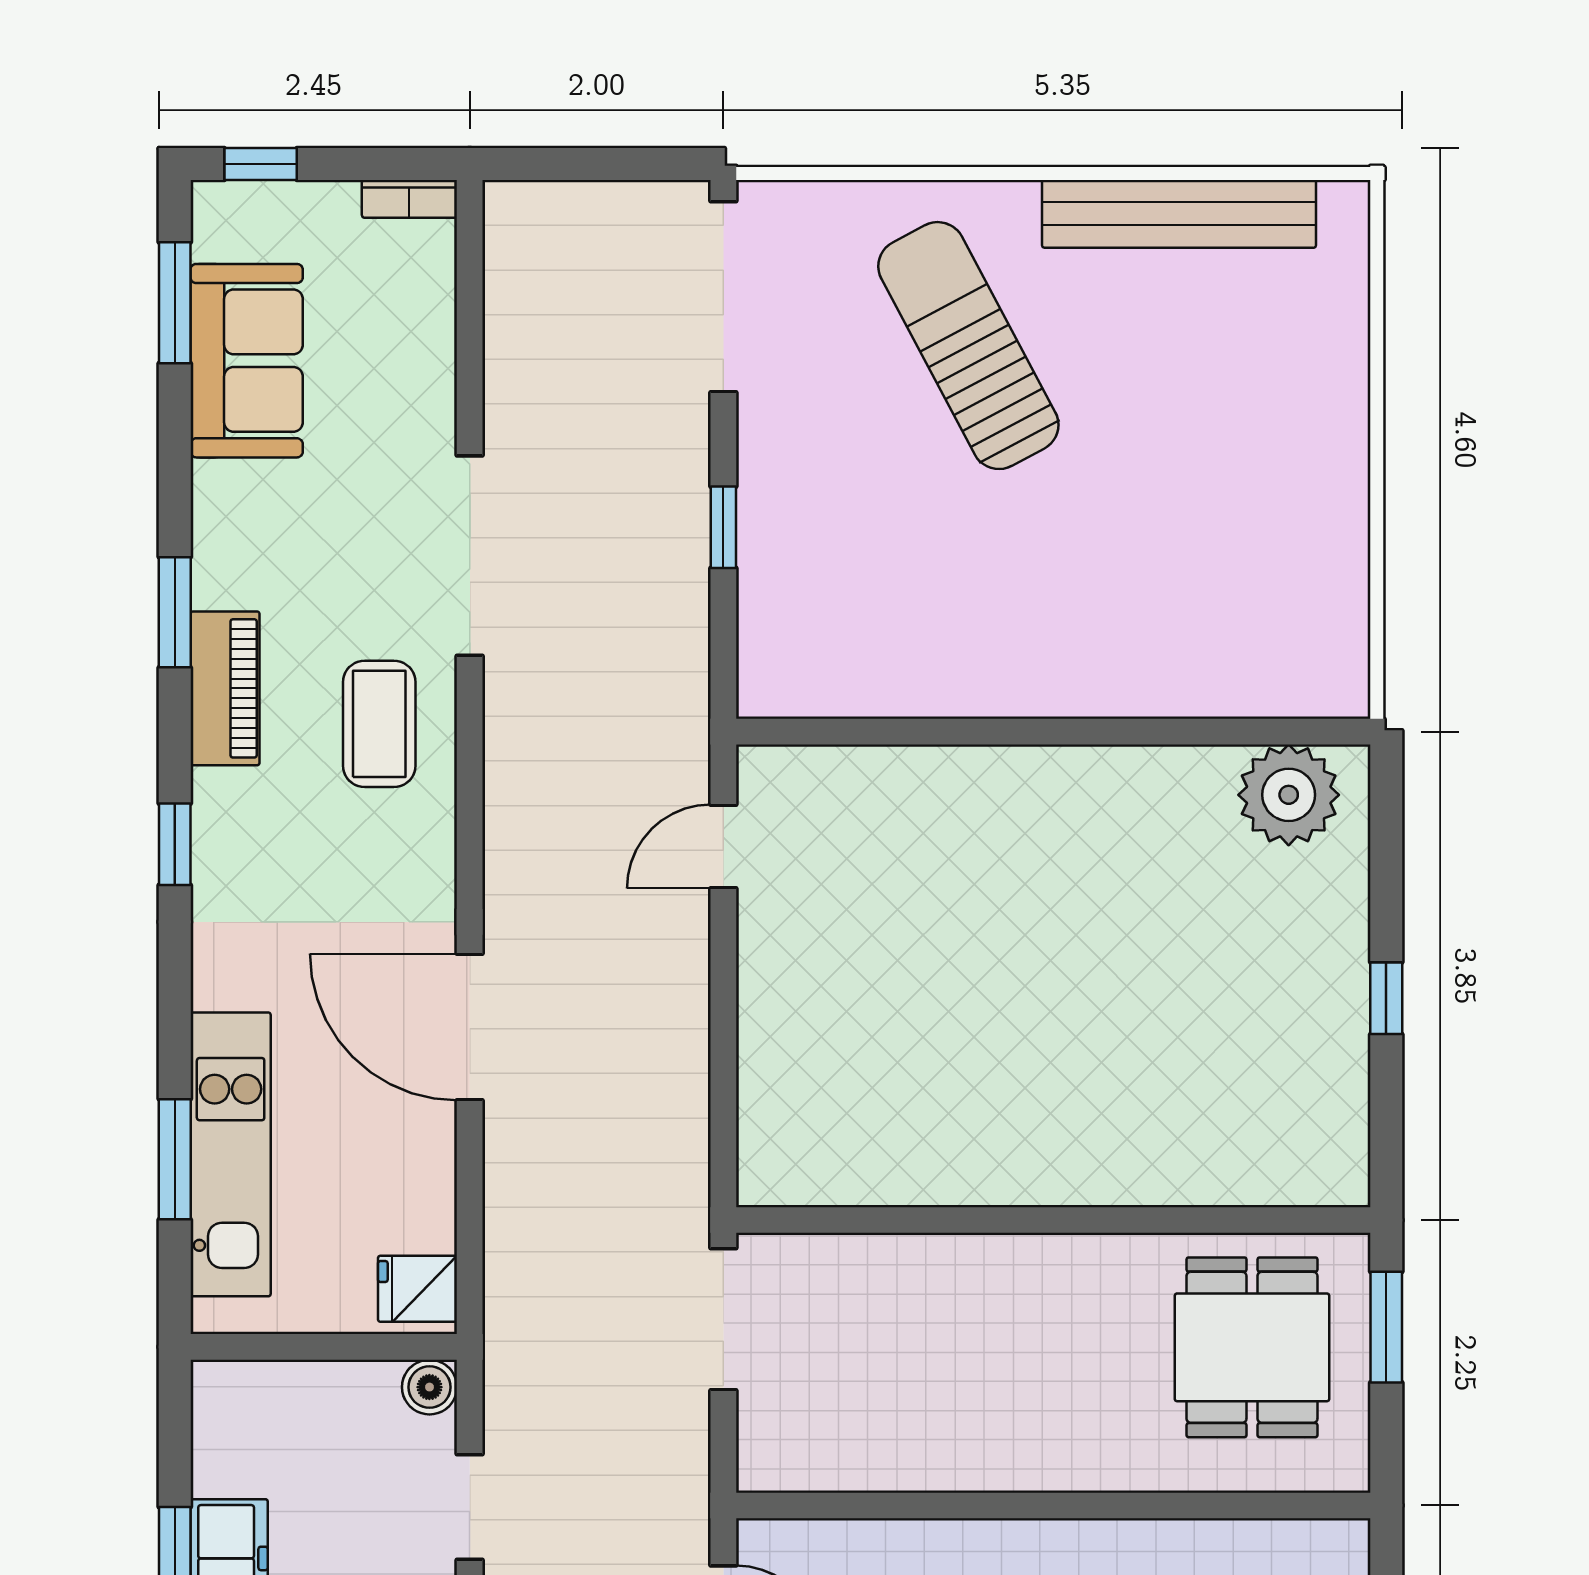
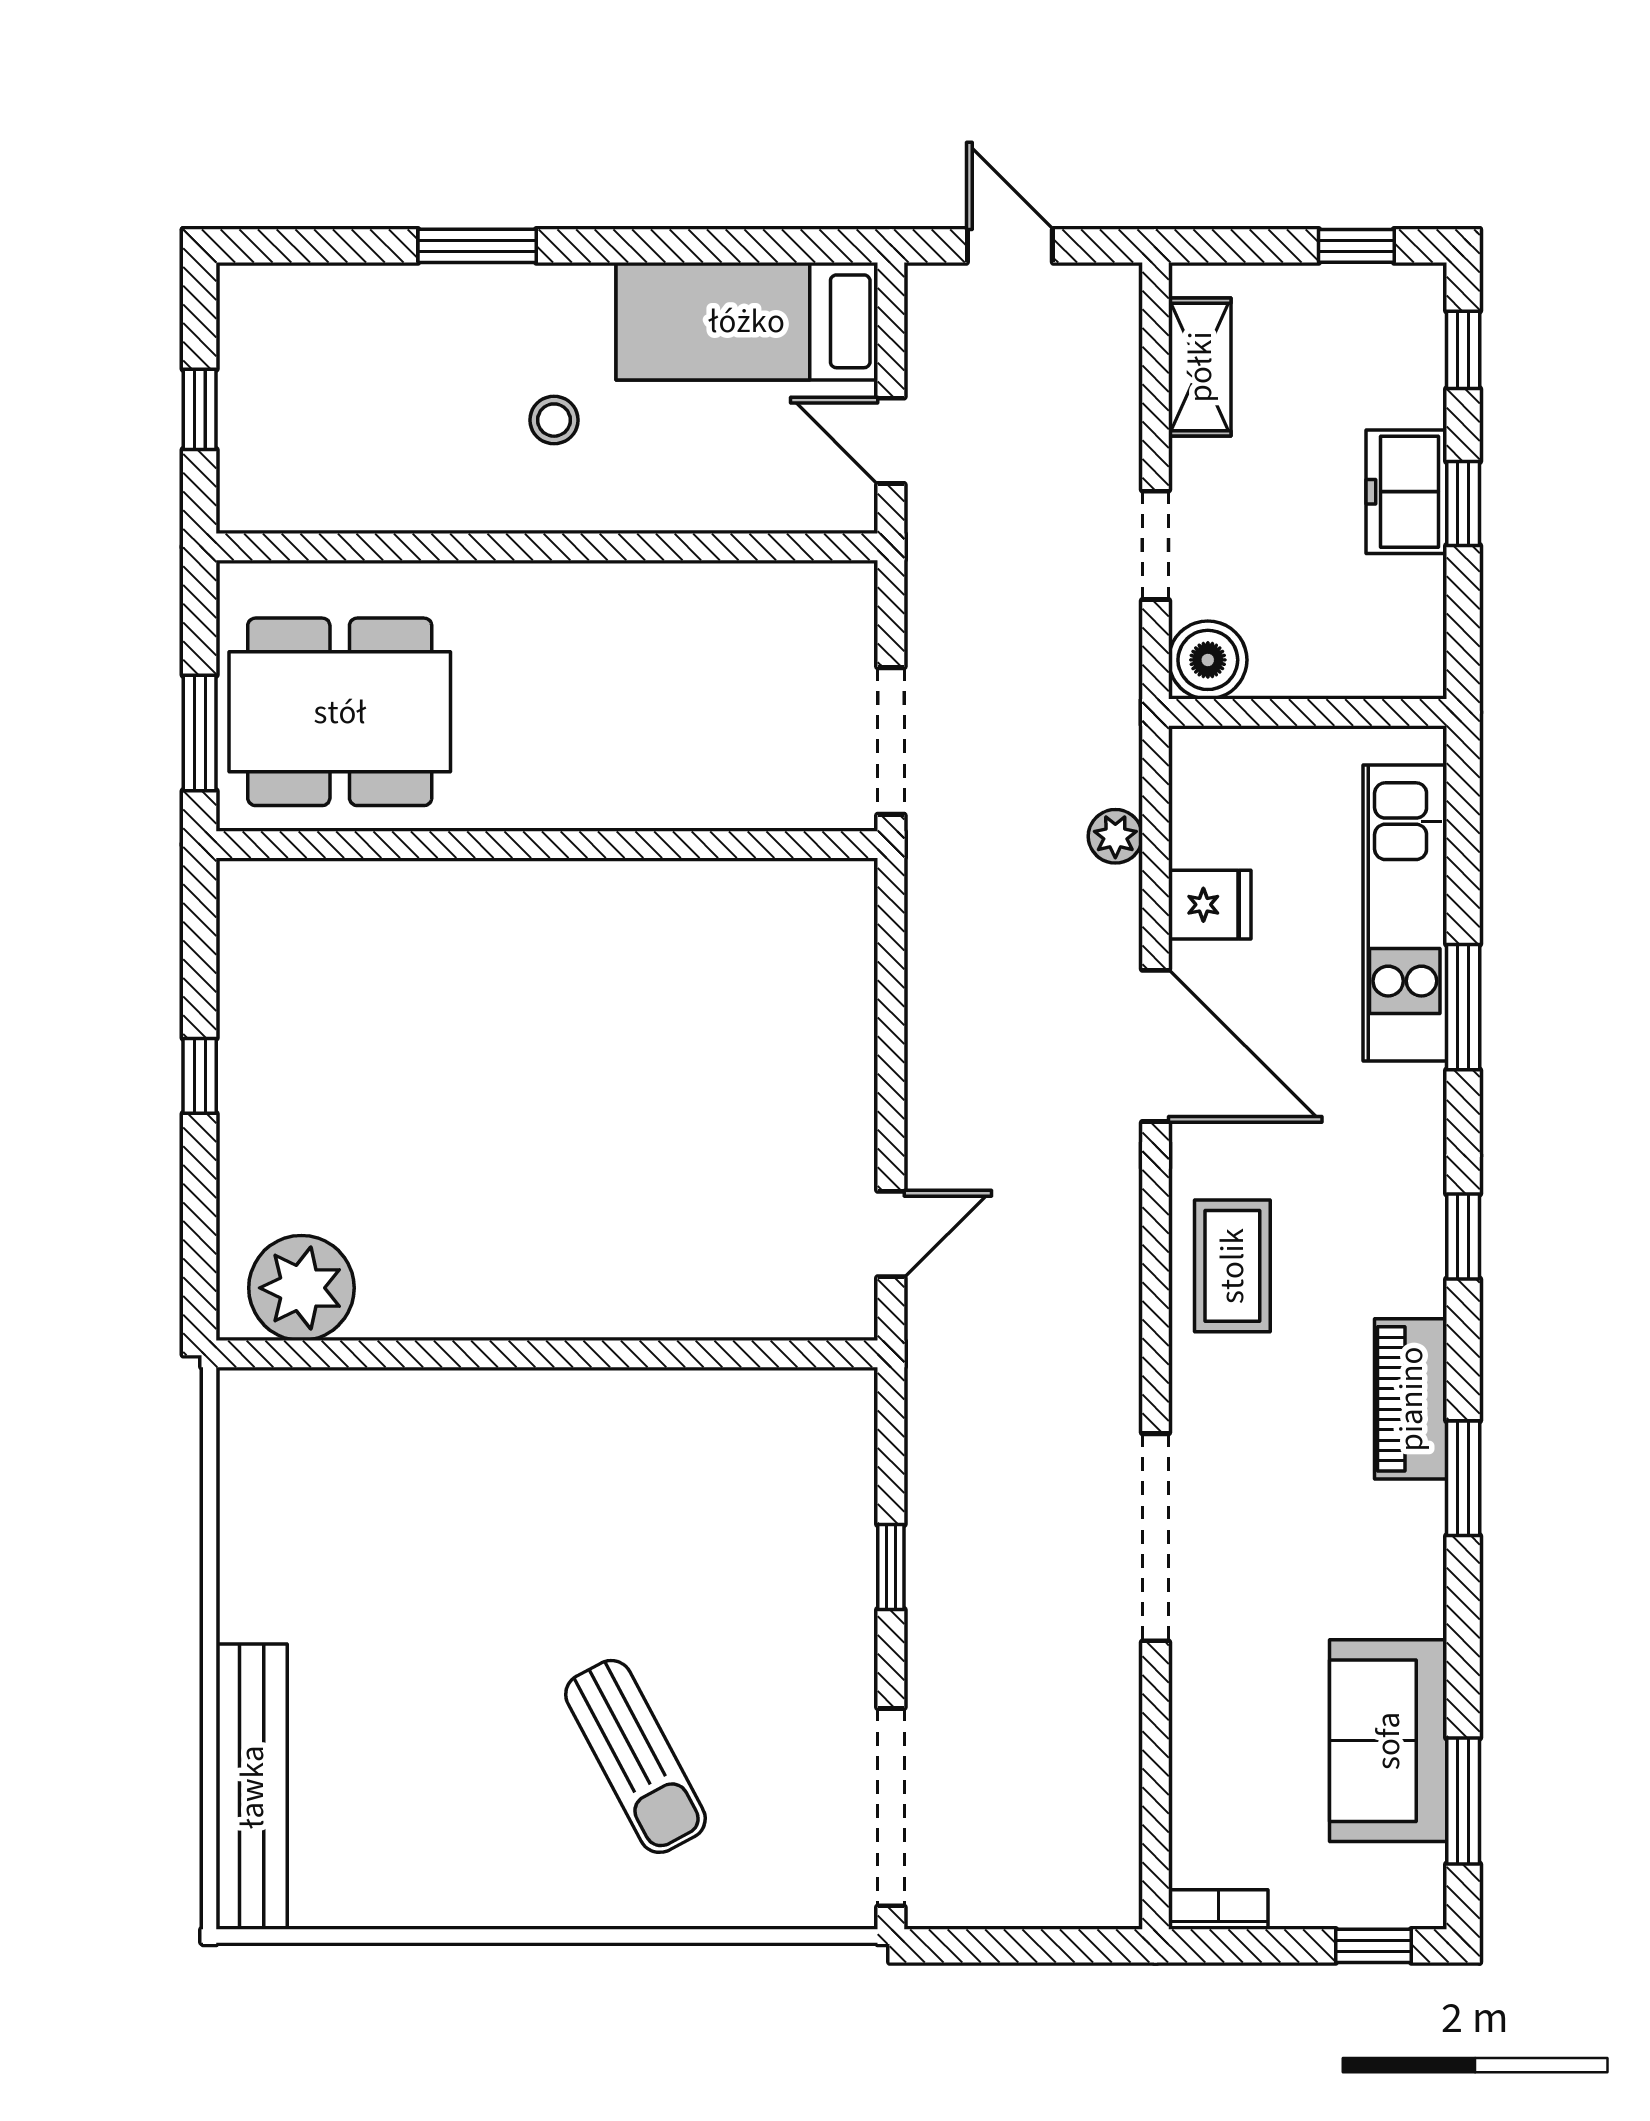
bench: (1179, 214) -> (252, 1787), moved, turned 90
sun lounger: (968, 346) -> (635, 1756), width x0.73, depth x0.75
coffee table: (379, 724) -> (1232, 1266), moved
window: (175, 1159) -> (1463, 1007), moved
plant: (508, 1228) -> (1115, 836), added
fridge: (418, 1289) -> (1210, 905), moved
dining table: (1252, 1347) -> (340, 712), width x1.38
boiler: (429, 1387) -> (1208, 660), width x1.36, depth x1.36

